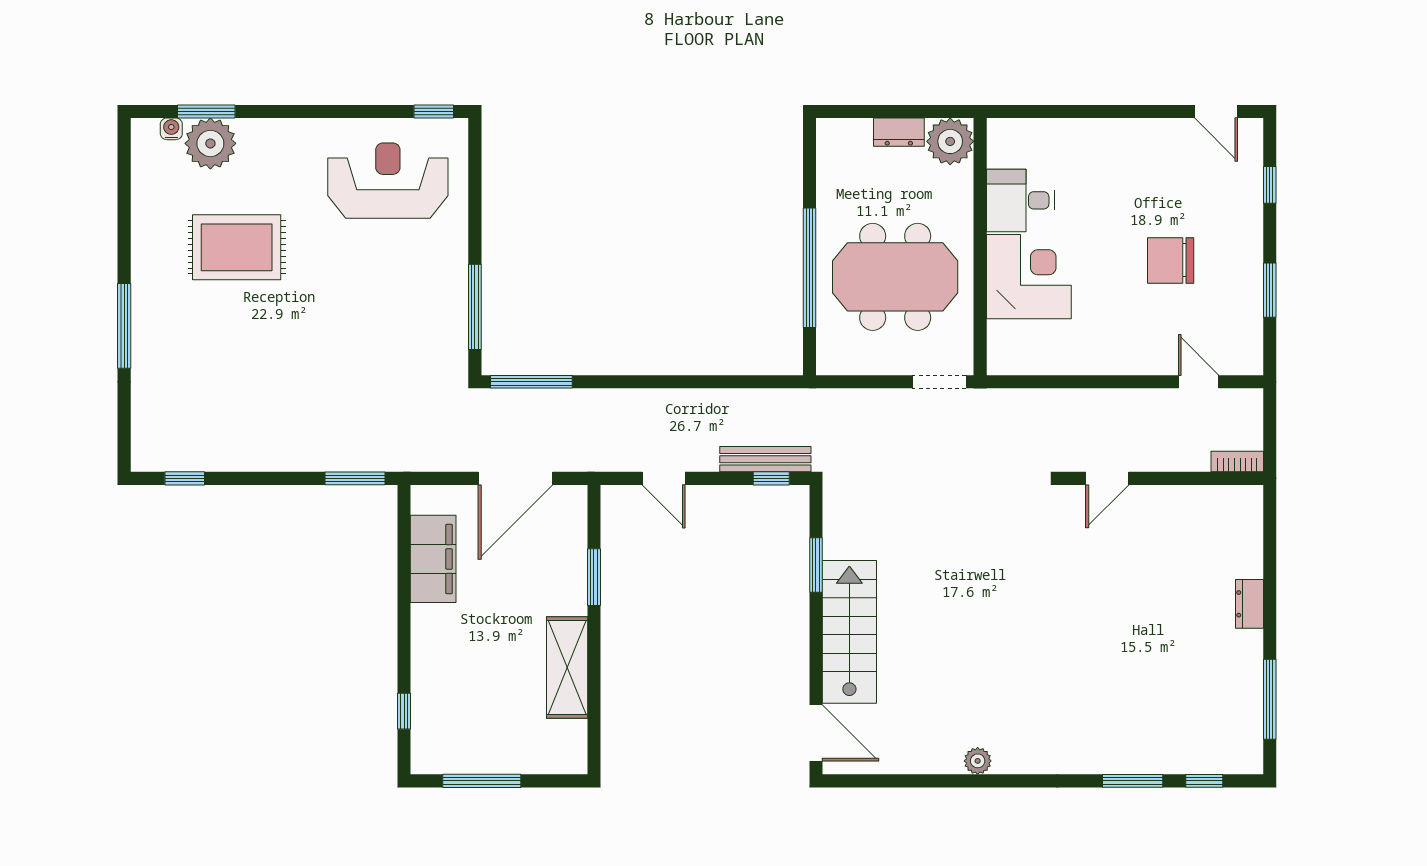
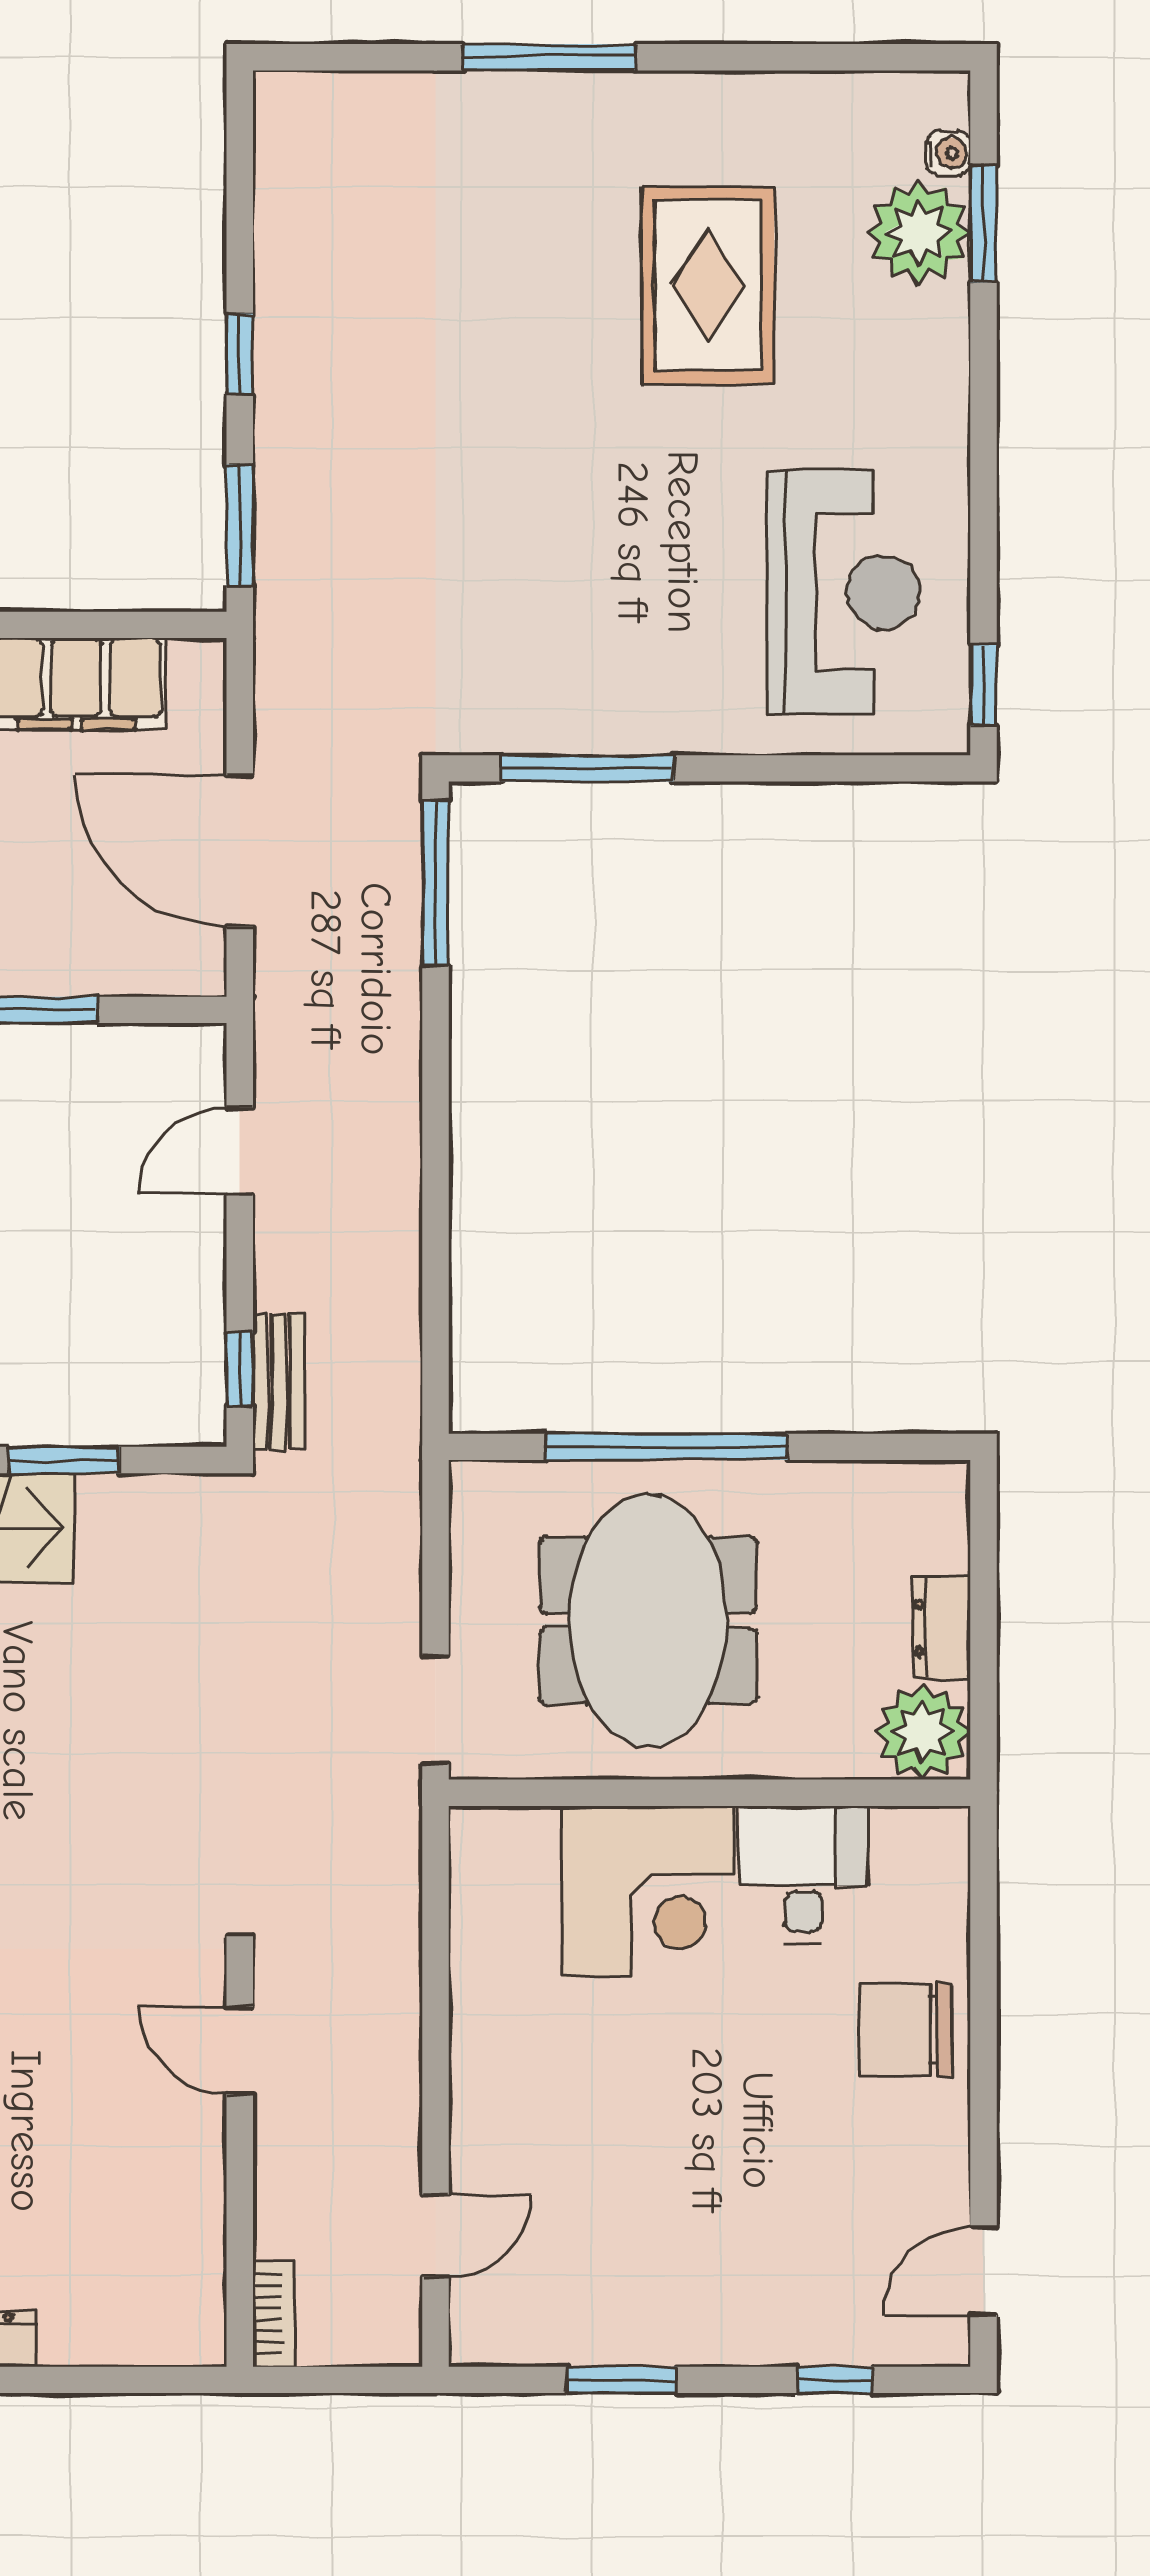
chair: (1171, 260) -> (906, 2030), moved, turned -90
bench: (765, 459) -> (279, 1382), width x0.73
window: (185, 478) -> (240, 354), moved

